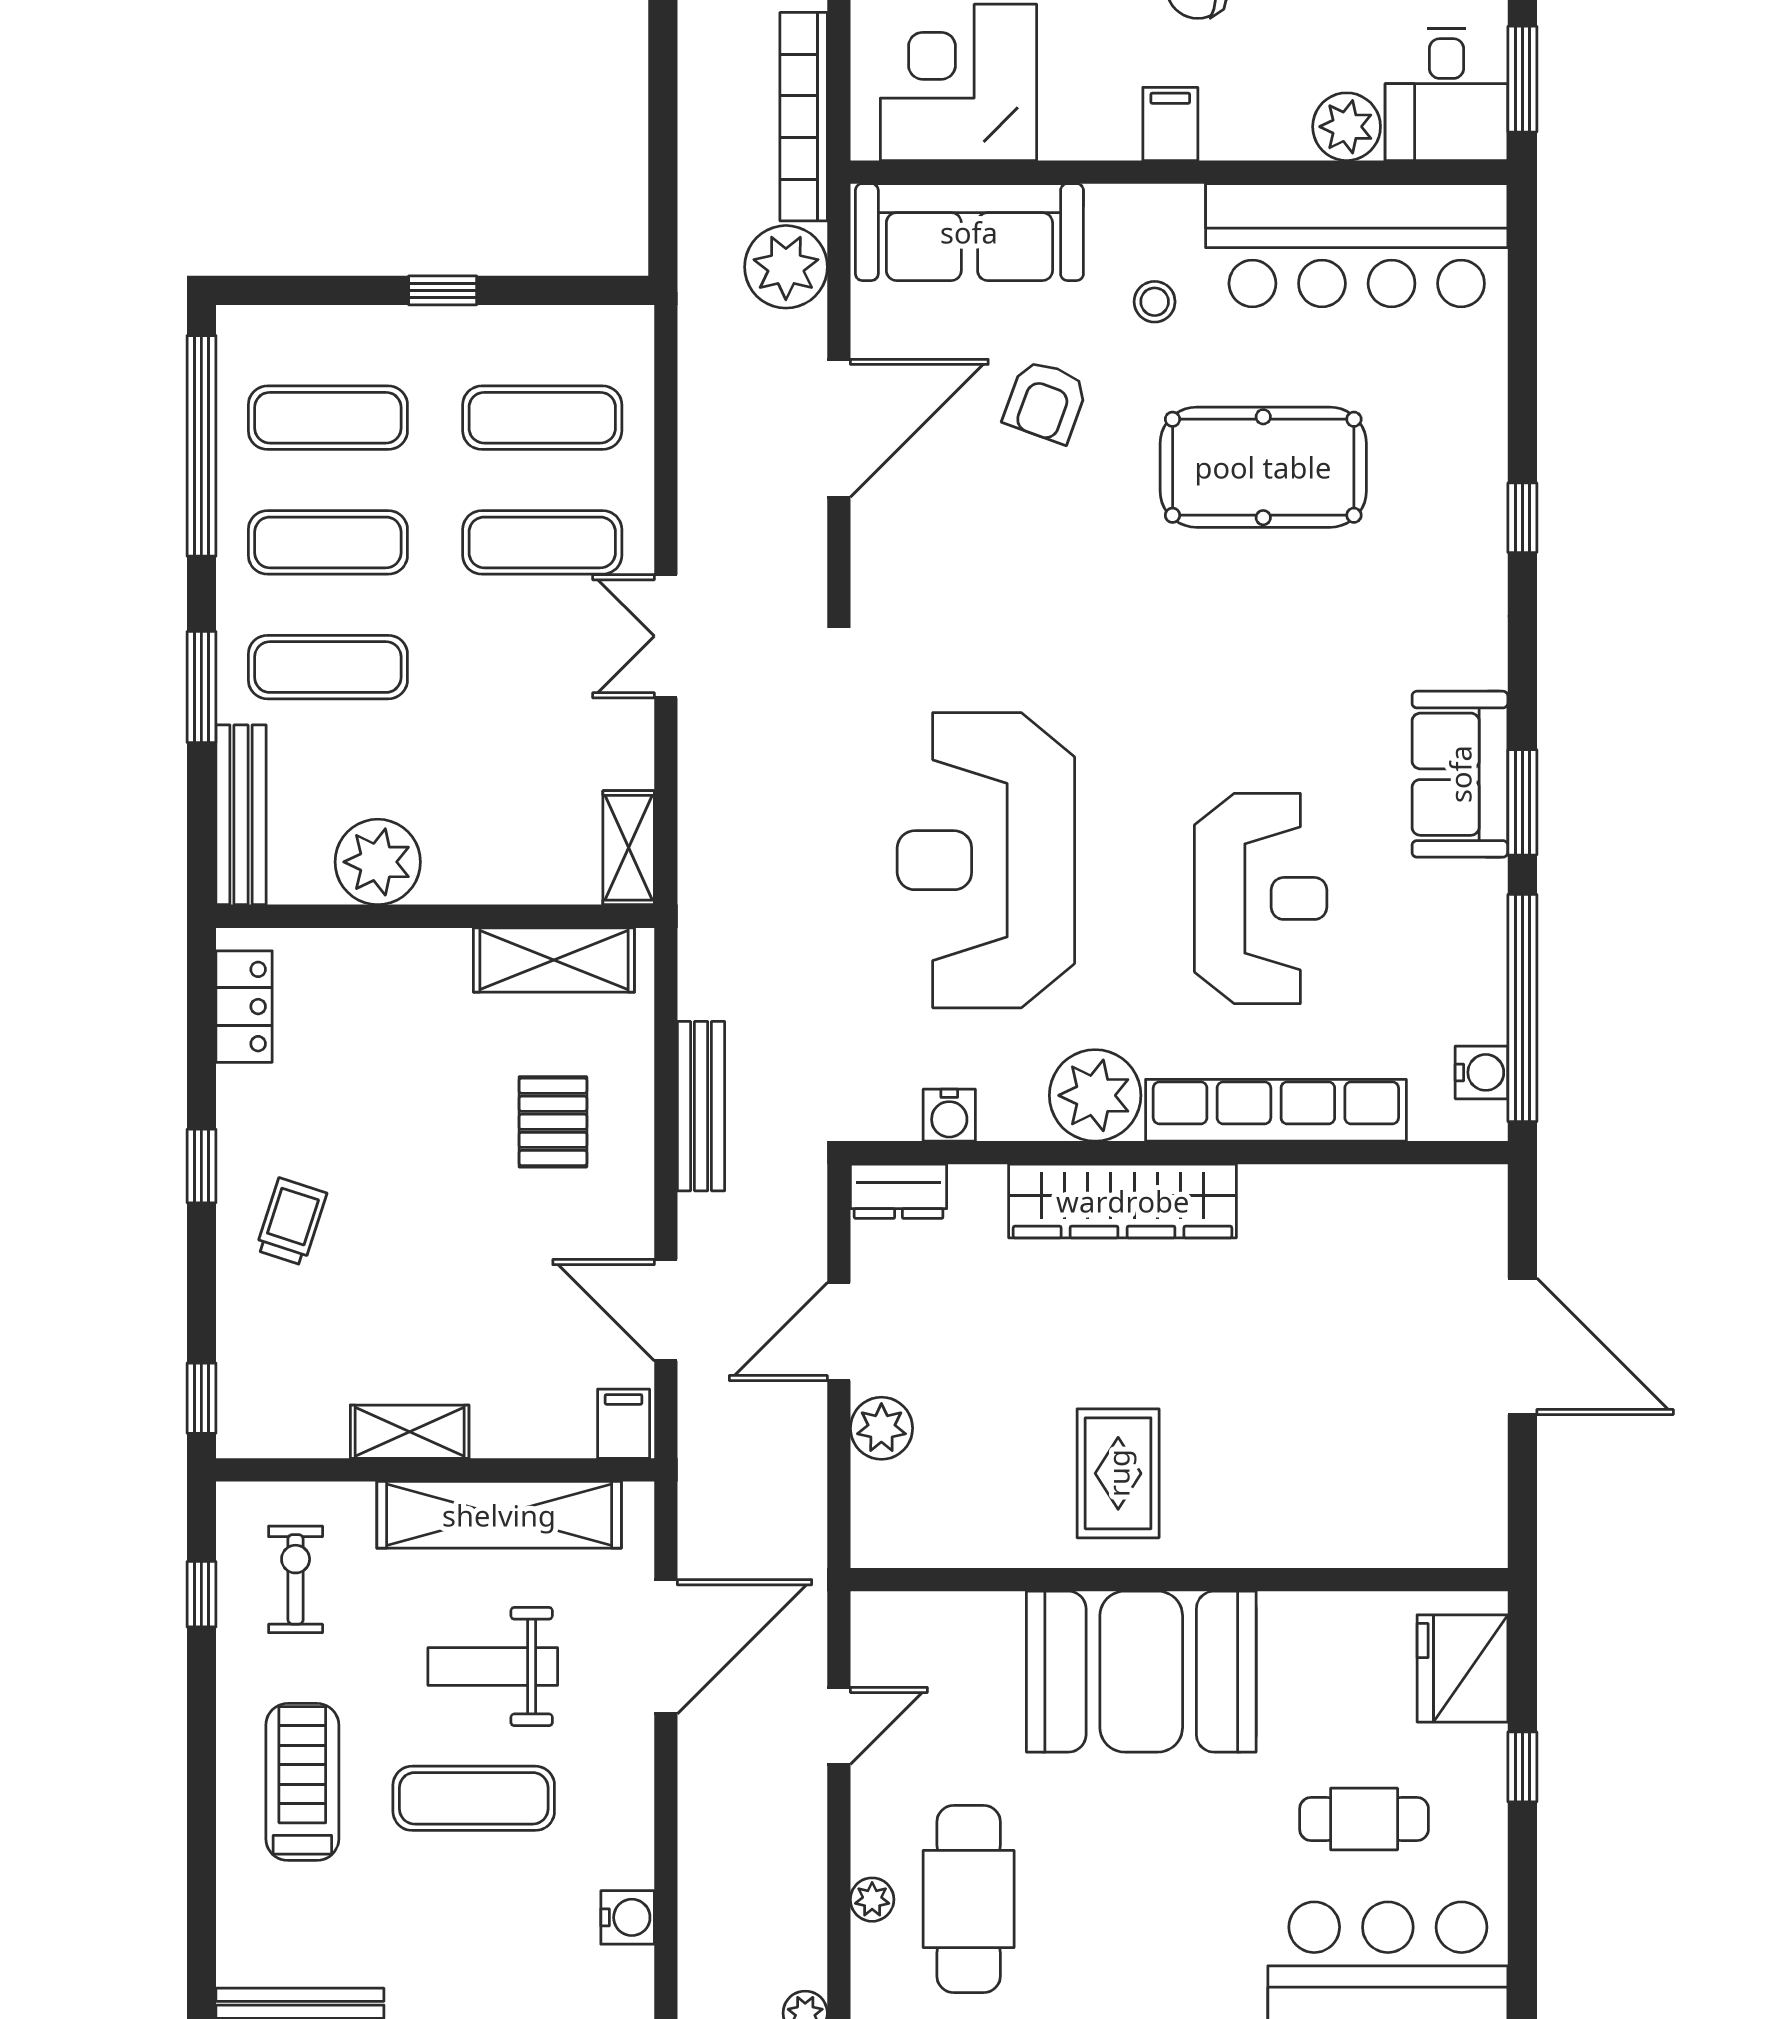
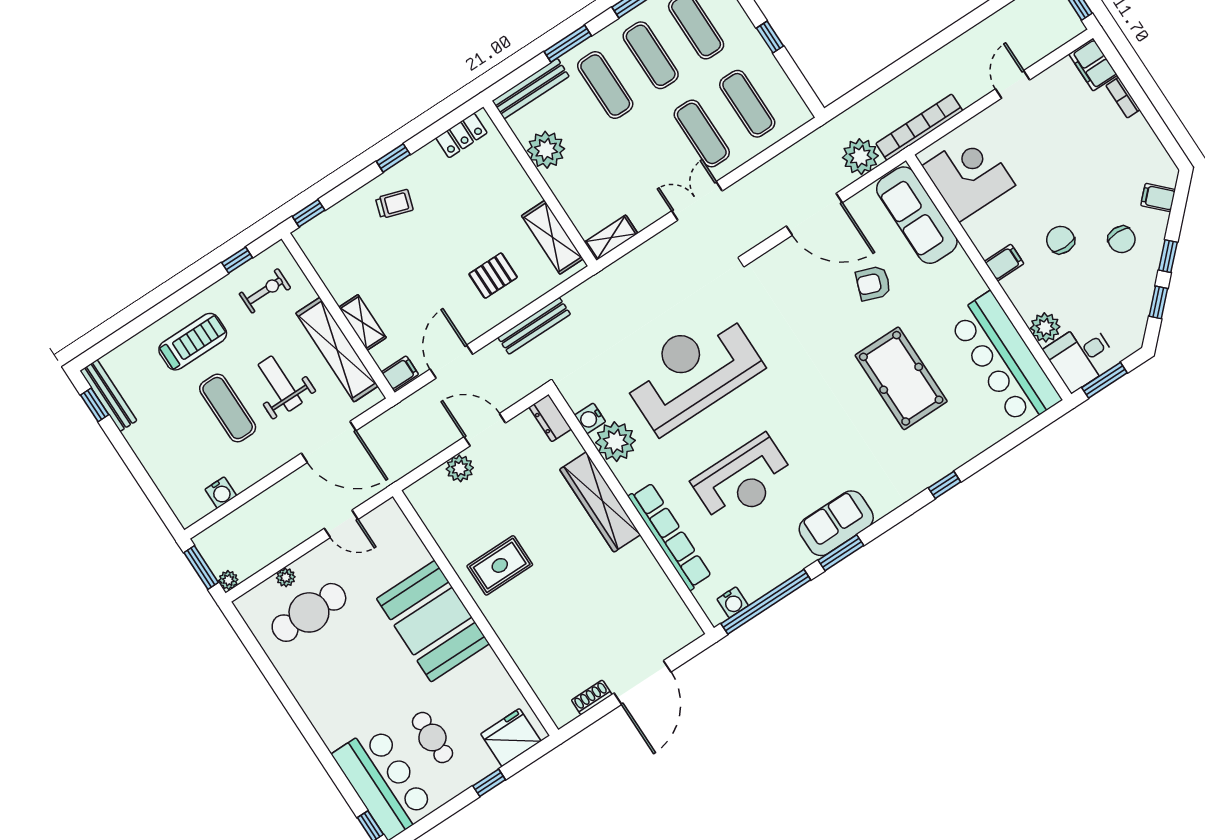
stool: (1155, 302) -> (936, 299), removed
plant: (1095, 1095) -> (616, 442), moved
shelving: (410, 1432) -> (362, 322), moved
shoe rack: (1487, 1463) -> (592, 697), added

